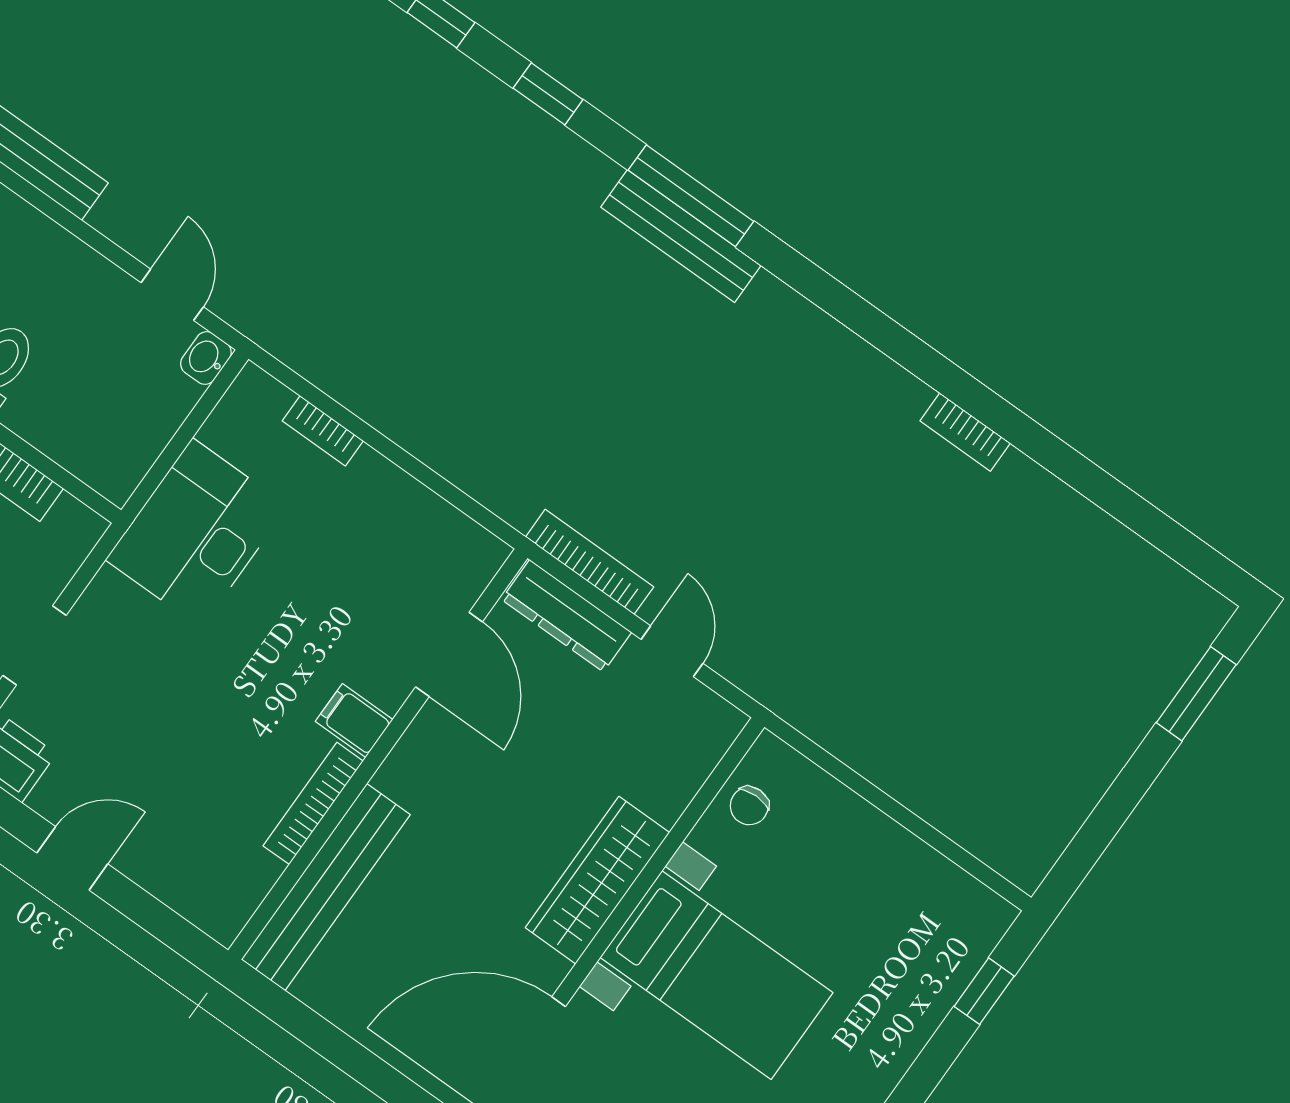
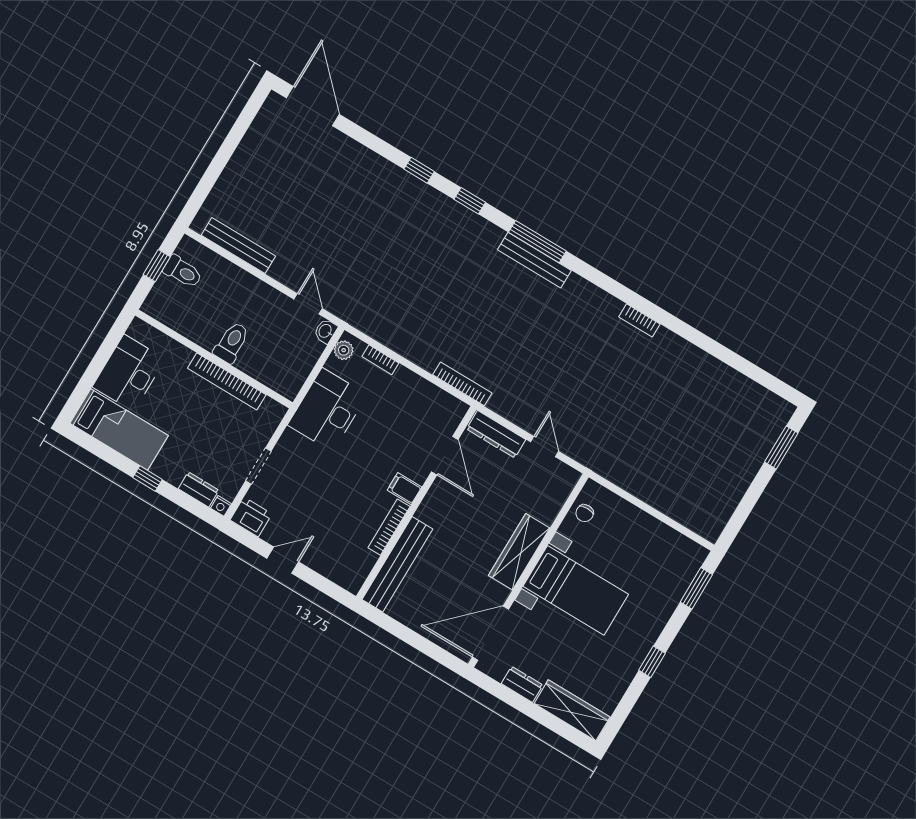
plant: (243, 403) -> (344, 350), added
bookcase: (965, 432) -> (639, 320), moved
bookcase: (590, 562) -> (462, 384), moved
window: (984, 991) -> (696, 588), width x1.50

